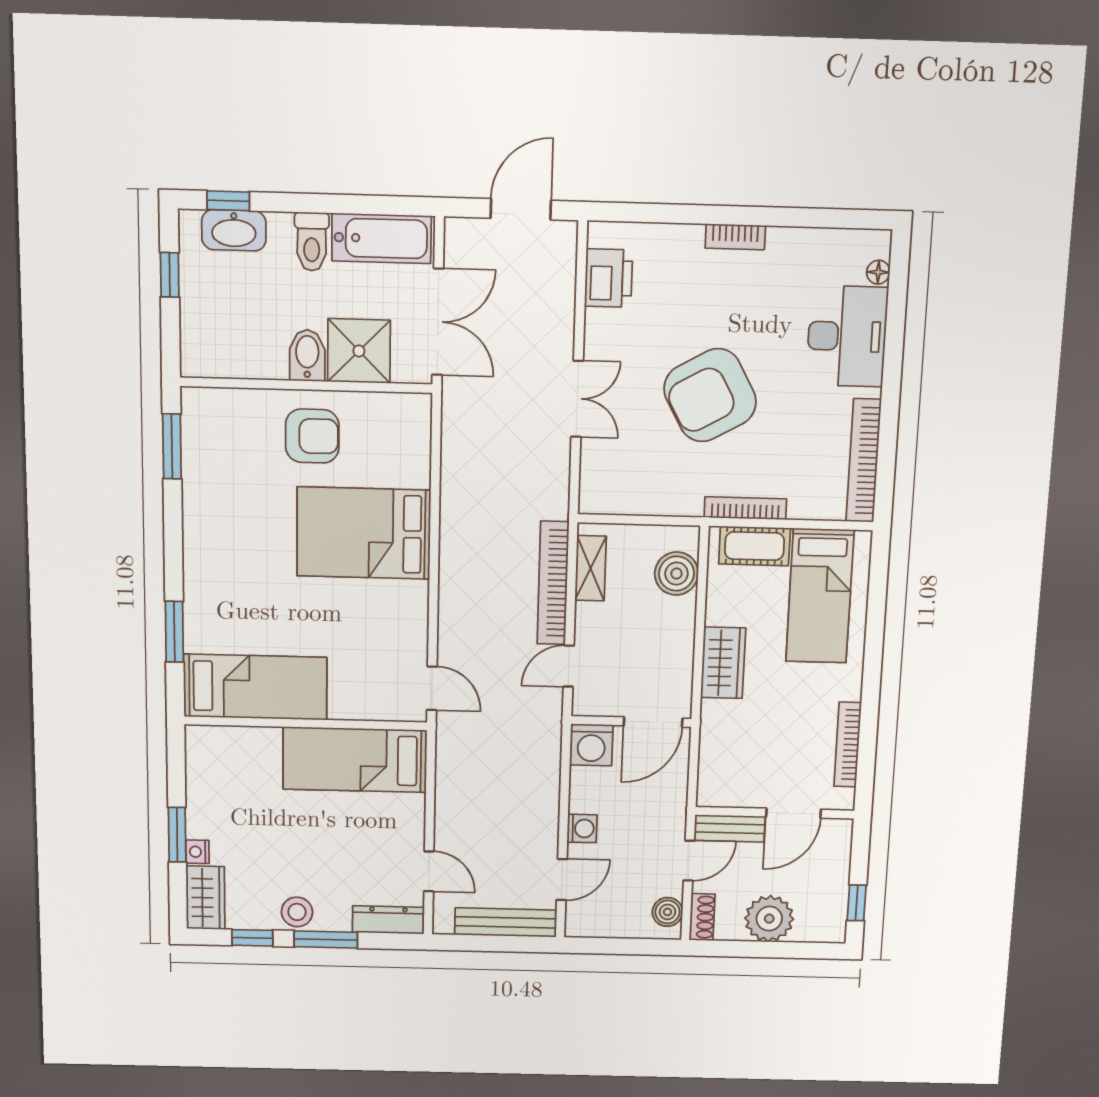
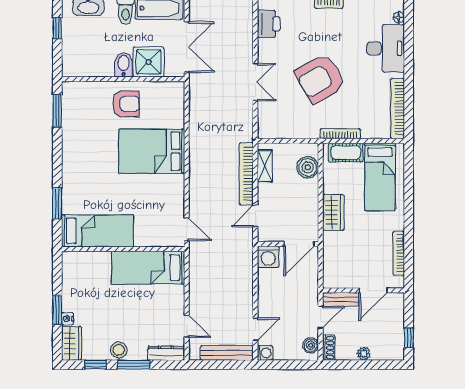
washing machine: (582, 828) -> (265, 353), moved
plant: (769, 919) -> (364, 354), width x0.53, depth x0.53

